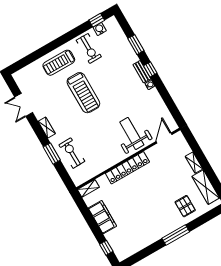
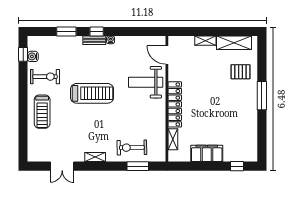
treadmill: (83, 93) -> (92, 93), moved
window: (52, 154) -> (138, 166), moved
shelving: (88, 188) -> (173, 139), moved

